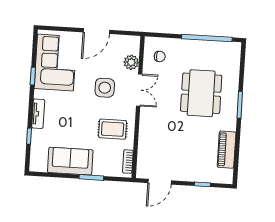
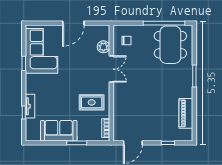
side table: (105, 88) -> (83, 69), removed
dining table: (201, 93) -> (170, 45), moved
tv unit: (38, 114) -> (30, 106), moved

